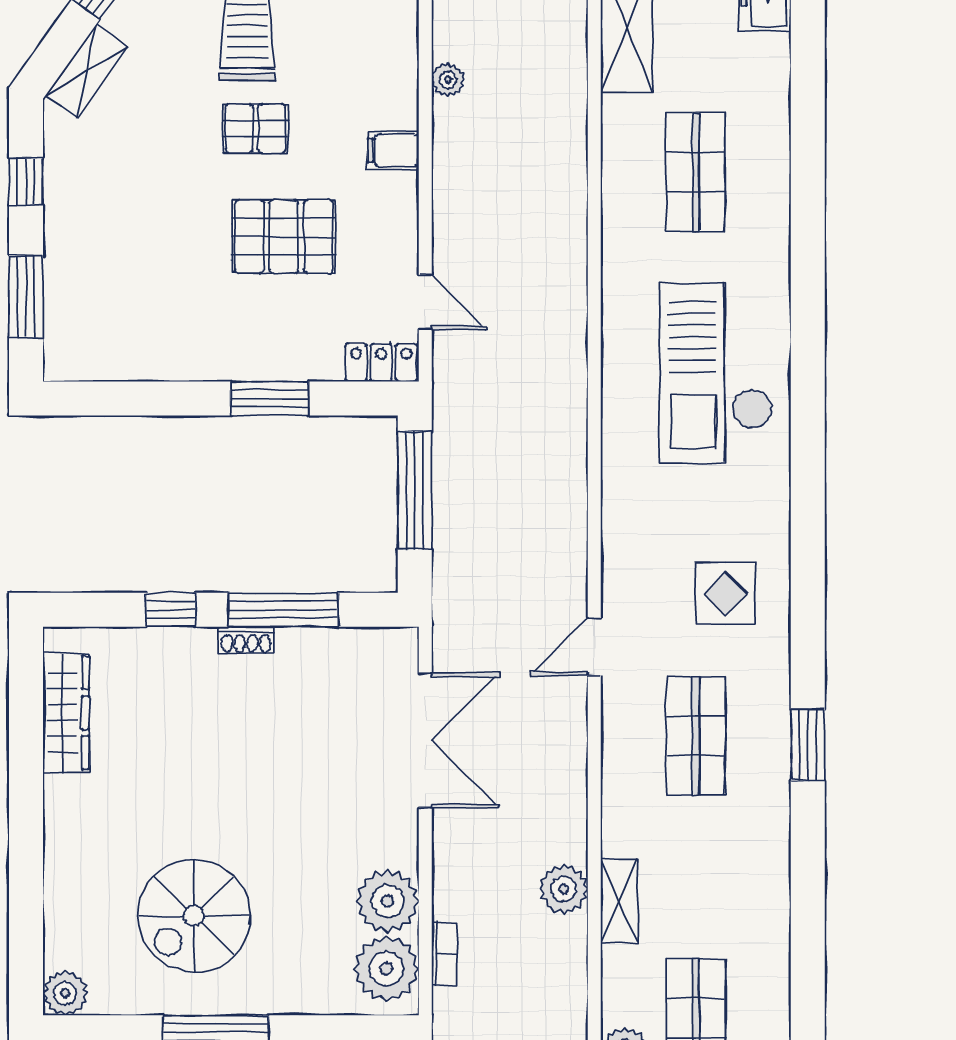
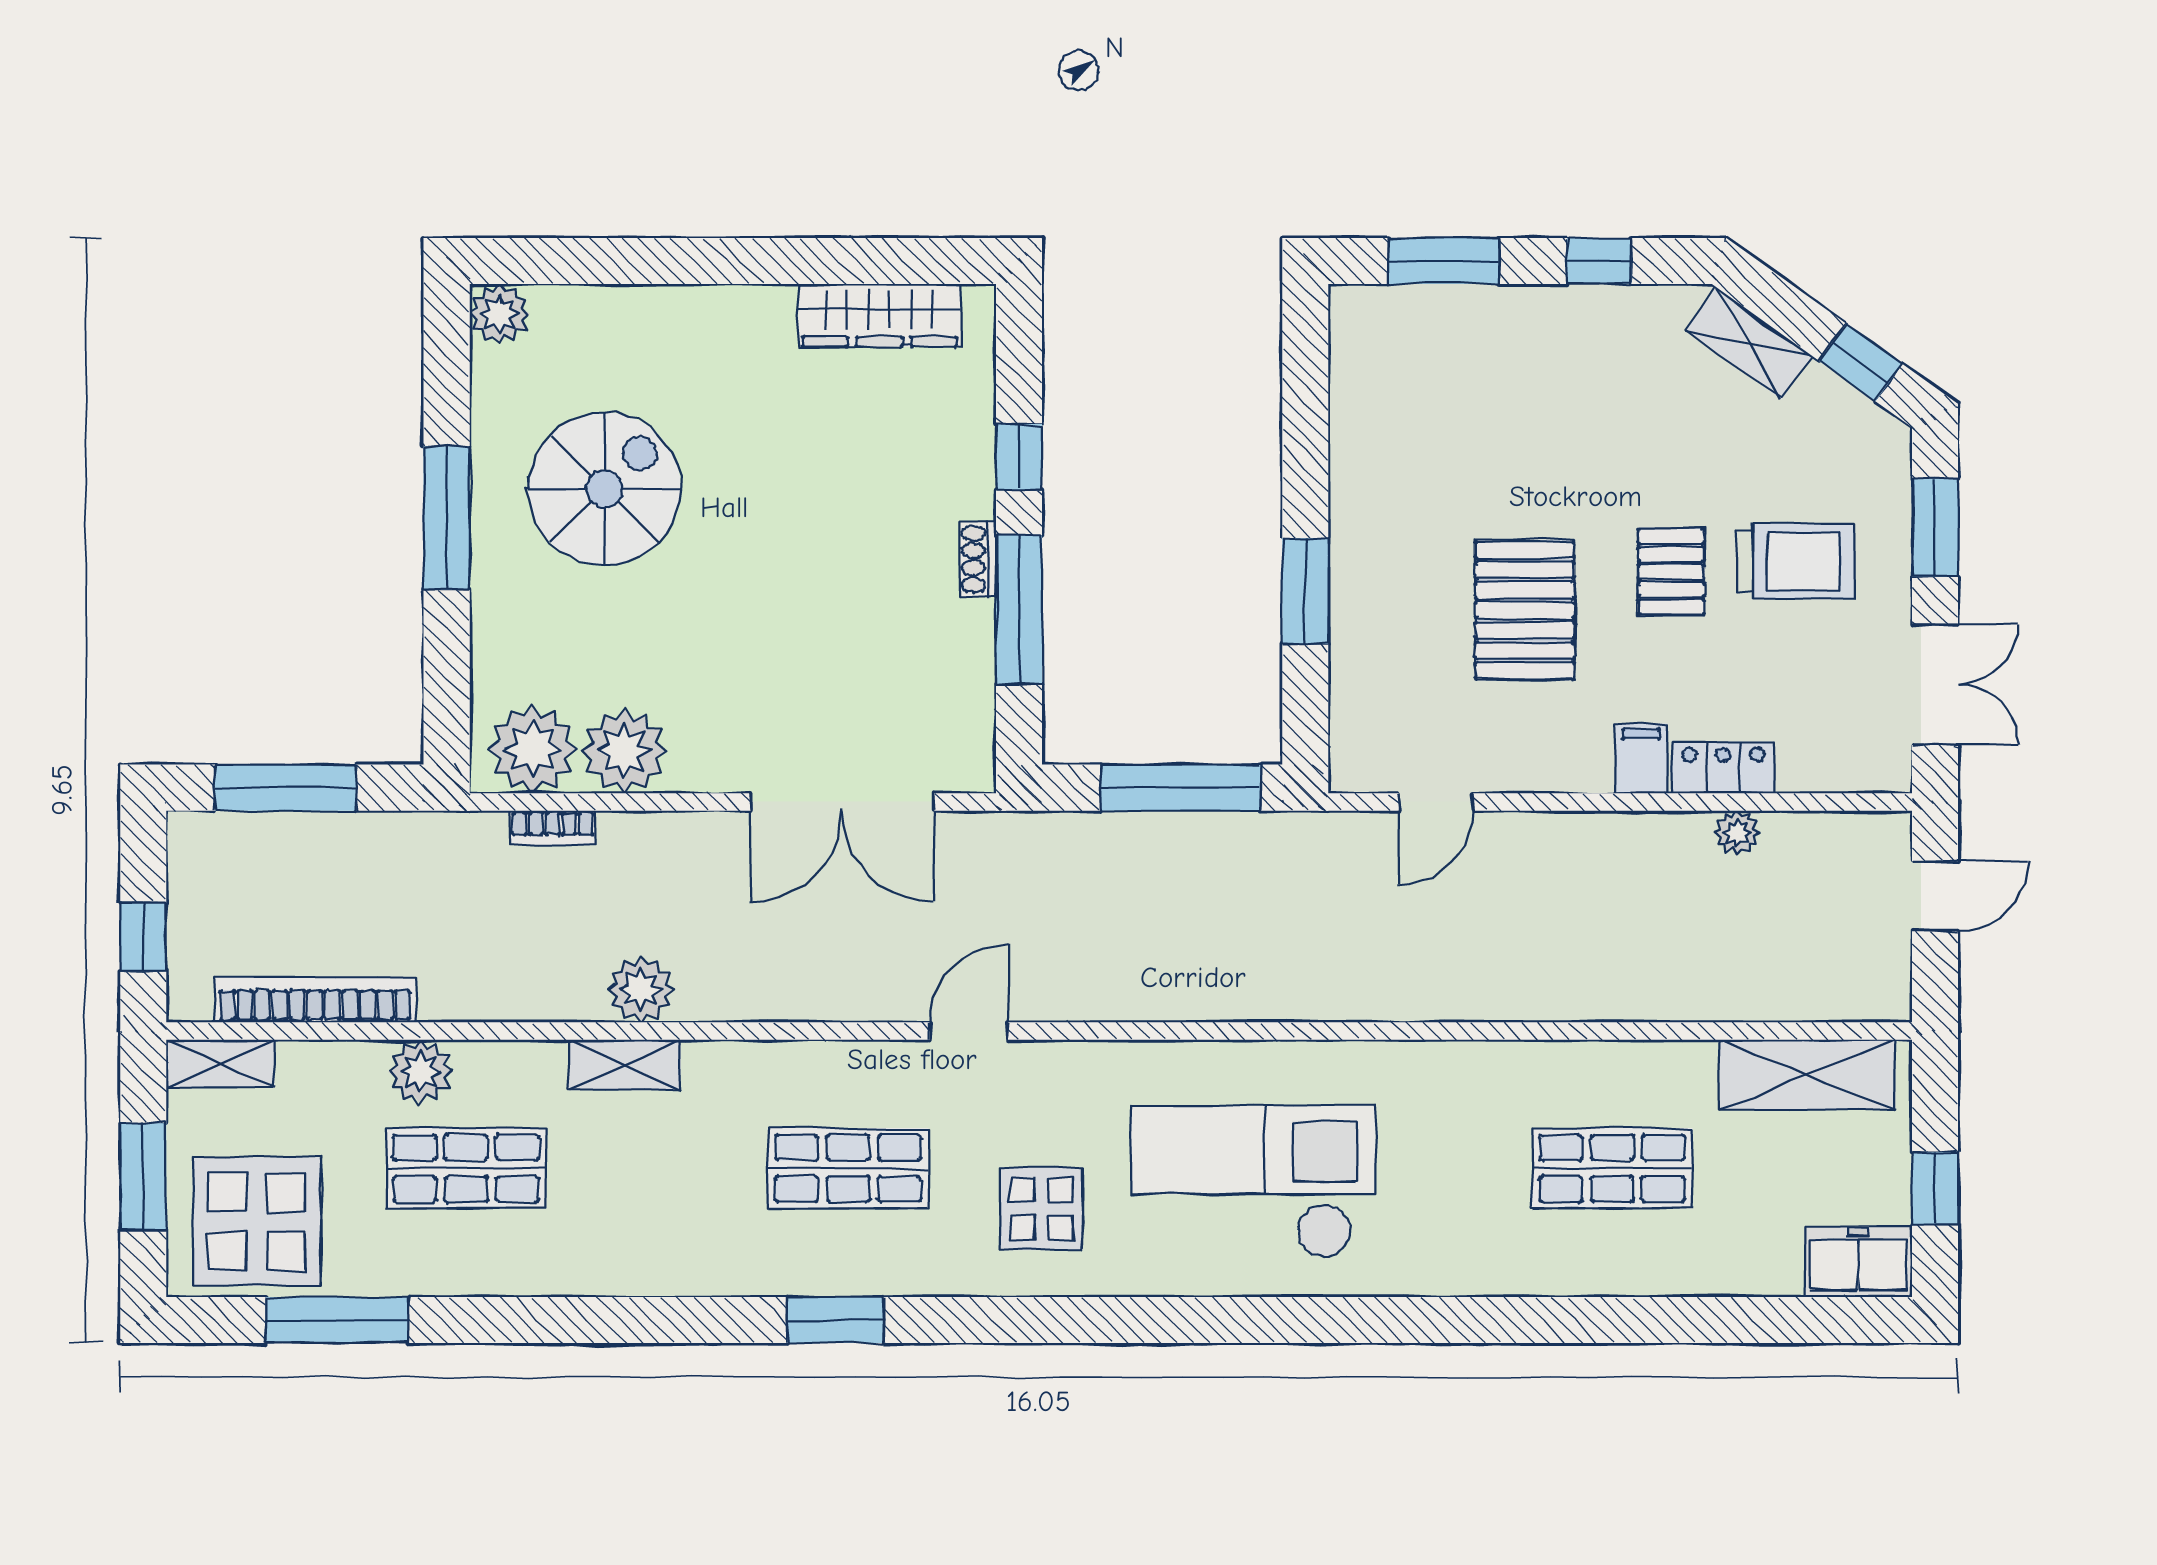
locker: (381, 362) -> (1723, 768), moved, turned -90
checkout: (716, 373) -> (1253, 1182), moved
door: (594, 647) -> (969, 1031), hinge flipped
spiral stairs: (194, 916) -> (604, 489), turned 90

